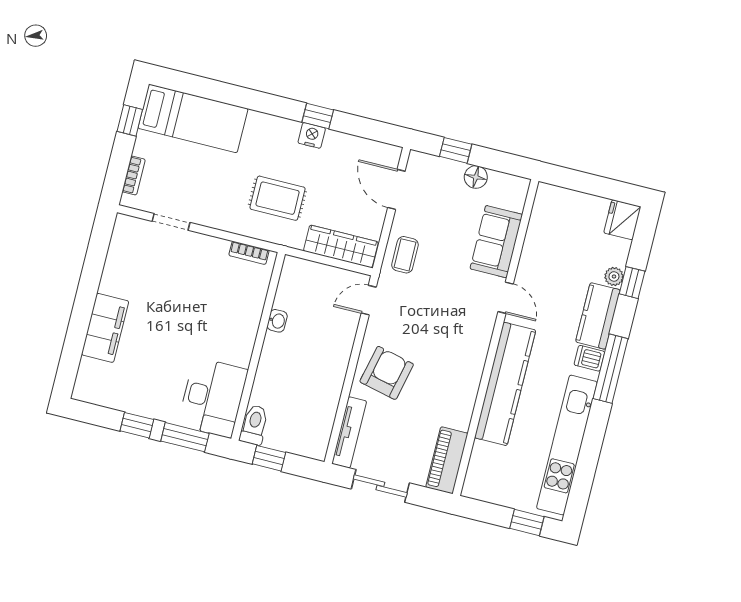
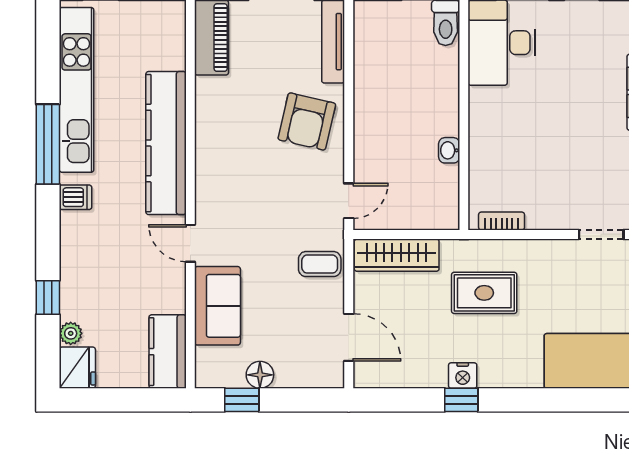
window: (456, 150) -> (242, 400), moved
coffee table: (405, 255) -> (320, 264), turned 90
plant: (614, 276) -> (71, 333), moved
kitchen counter: (598, 316) -> (168, 352), moved, turned 180
window: (611, 369) -> (48, 144), moved

